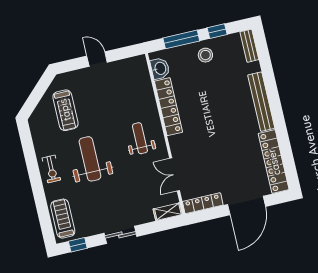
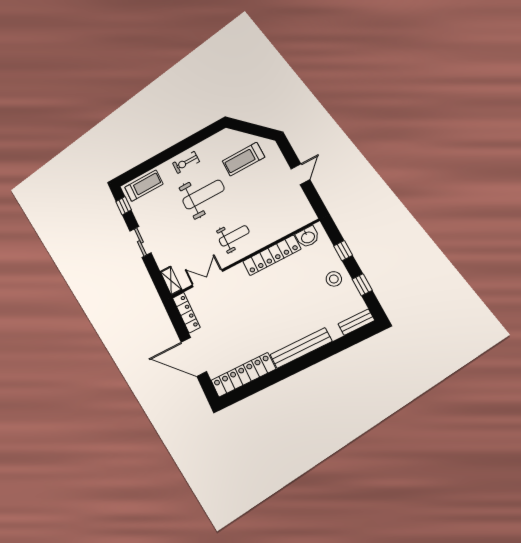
window: (181, 39) -> (343, 251), width x0.46

